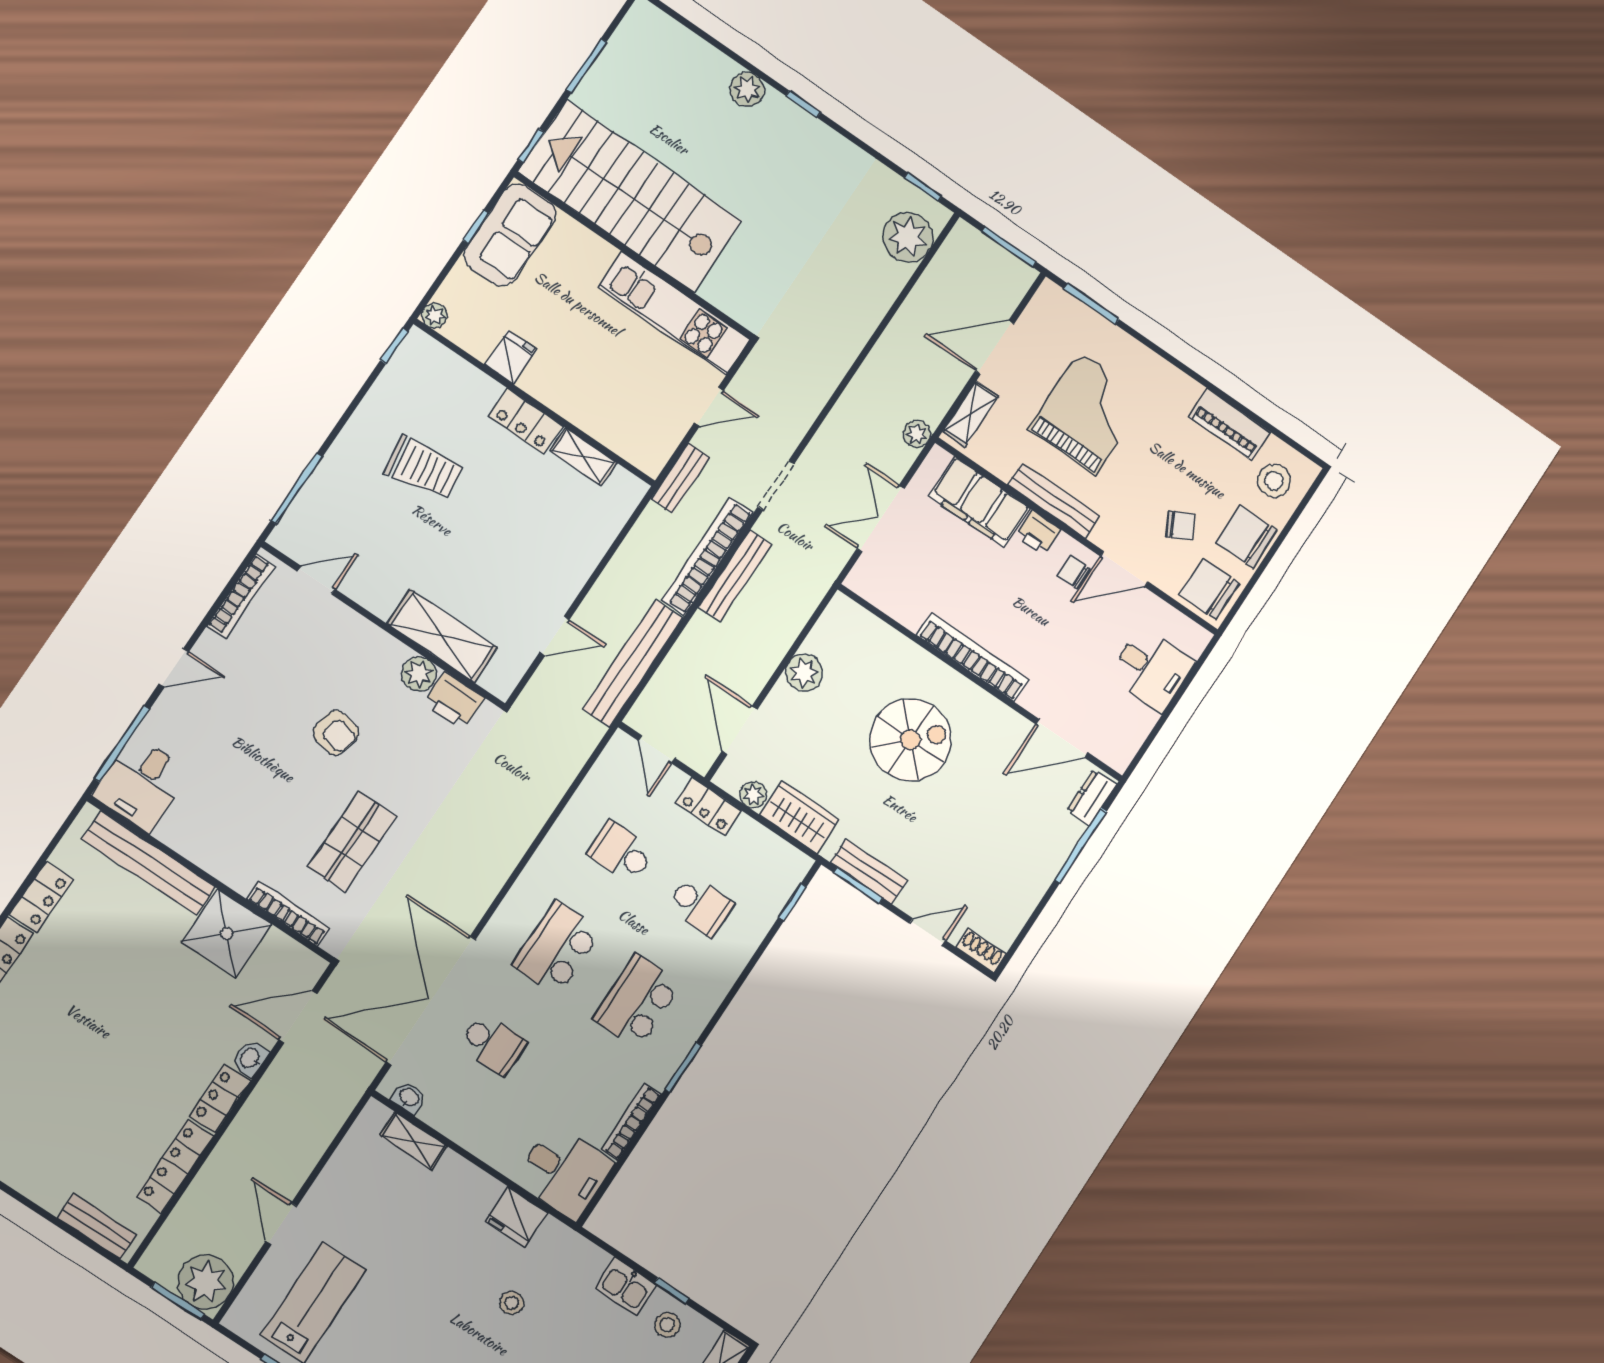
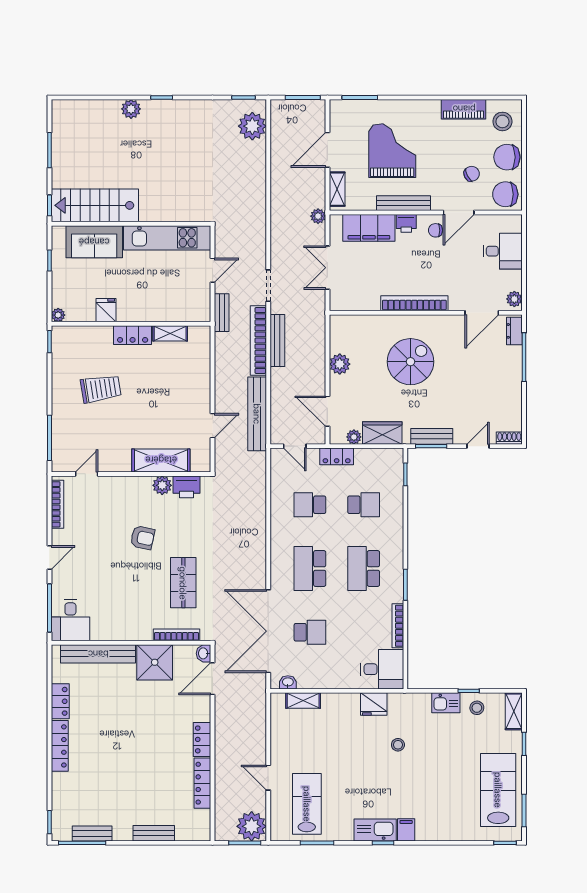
stairs: (630, 196) -> (95, 205), width x0.73, depth x0.66
sofa: (510, 235) -> (94, 242), moved, turned 90
plant: (1122, 751) -> (514, 299), added
washbasin: (250, 1058) -> (204, 653), moved
bench: (97, 1226) -> (154, 833), moved

